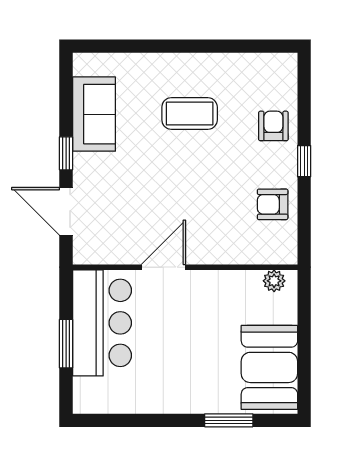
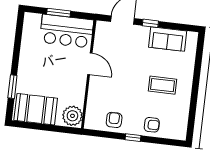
coffee table: (190, 114) -> (163, 85), turned 90
plant: (274, 281) -> (72, 116), width x1.88, depth x1.88

